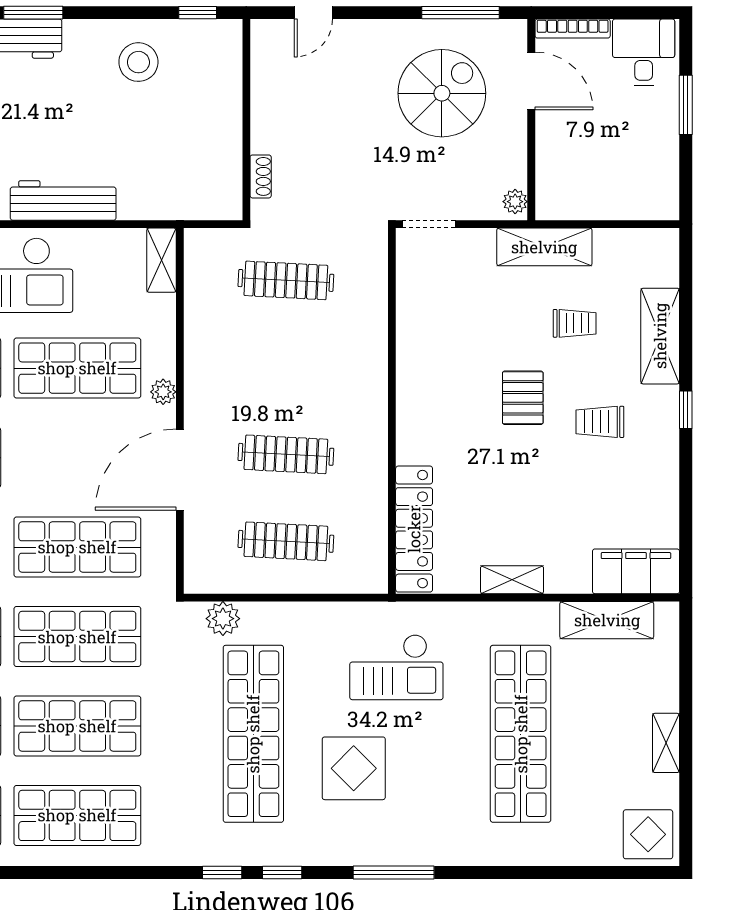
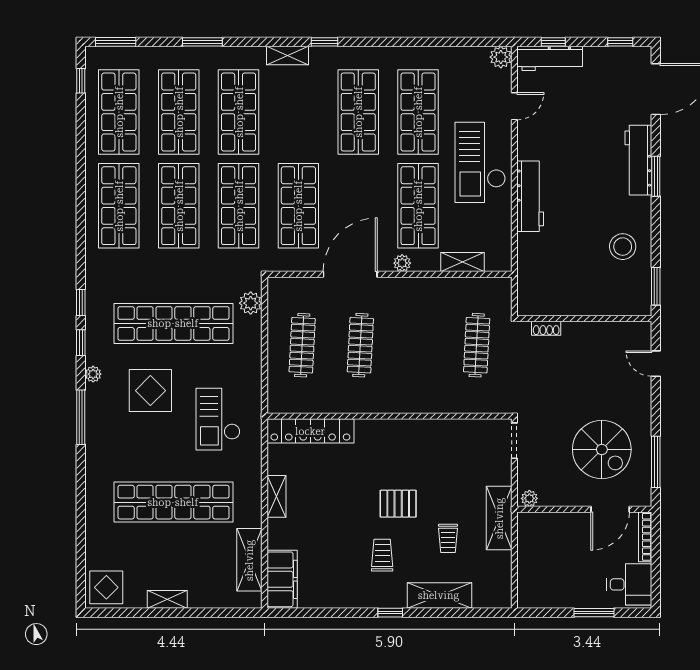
window: (198, 13) -> (656, 286), width x1.50
shelving: (161, 260) -> (463, 262), moved
door: (180, 470) -> (350, 274), hinge flipped
plant: (329, 854) -> (93, 374), added

